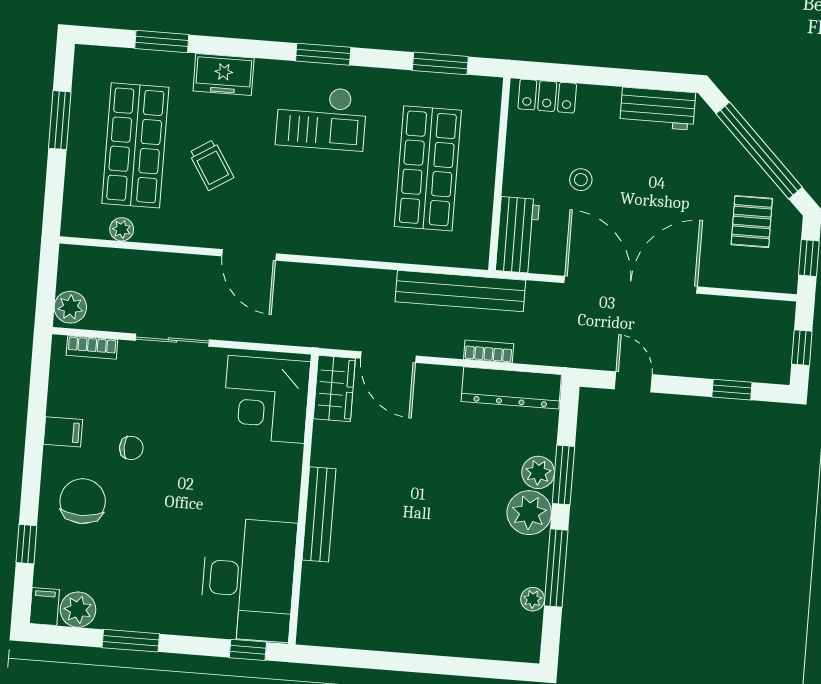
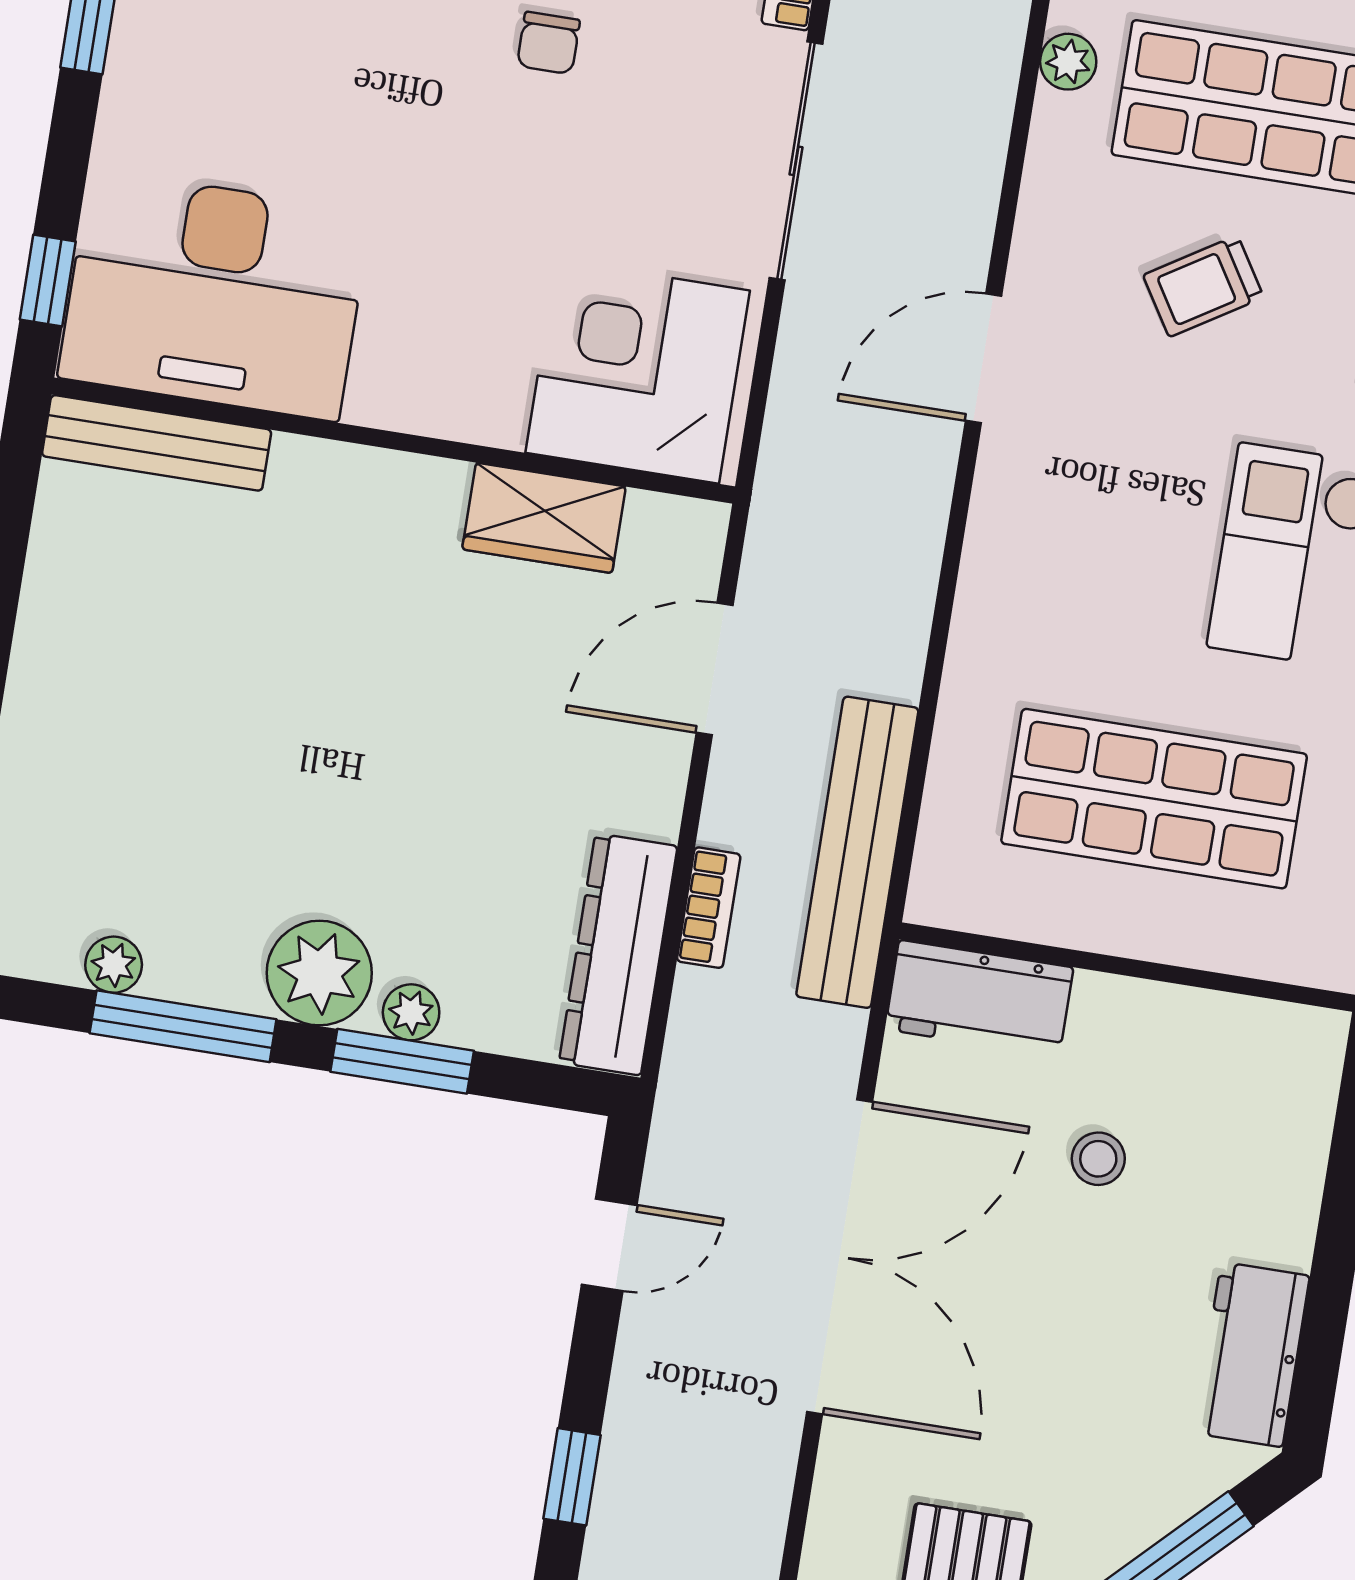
locker: (547, 96) -> (1303, 1095), removed
sliding door: (172, 340) -> (796, 161), width x1.37
wardrobe: (334, 389) -> (544, 518), moved
plant: (538, 472) -> (411, 1012), width x0.73, depth x0.73
bench: (319, 514) -> (157, 443), moved

